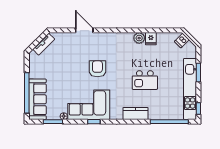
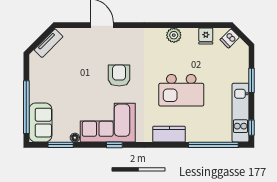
fridge: (151, 39) -> (206, 36), moved
kitchen island: (145, 80) -> (181, 90), width x1.37, depth x1.28
kitchen unit: (190, 89) -> (240, 113), width x0.73
sofa: (37, 99) -> (40, 123), width x0.73

